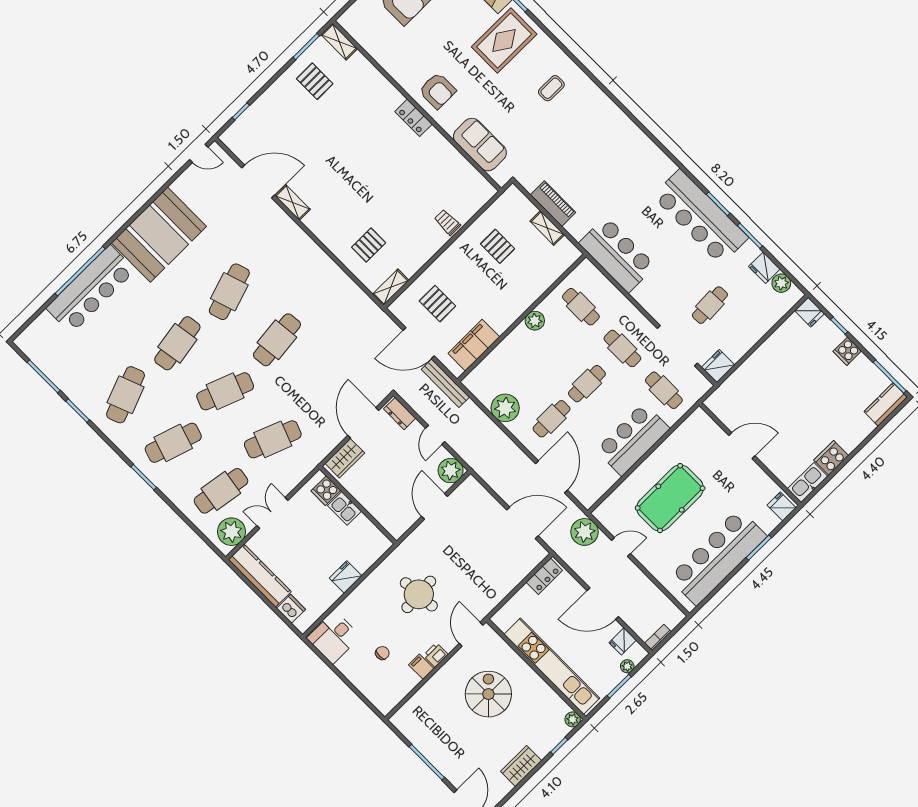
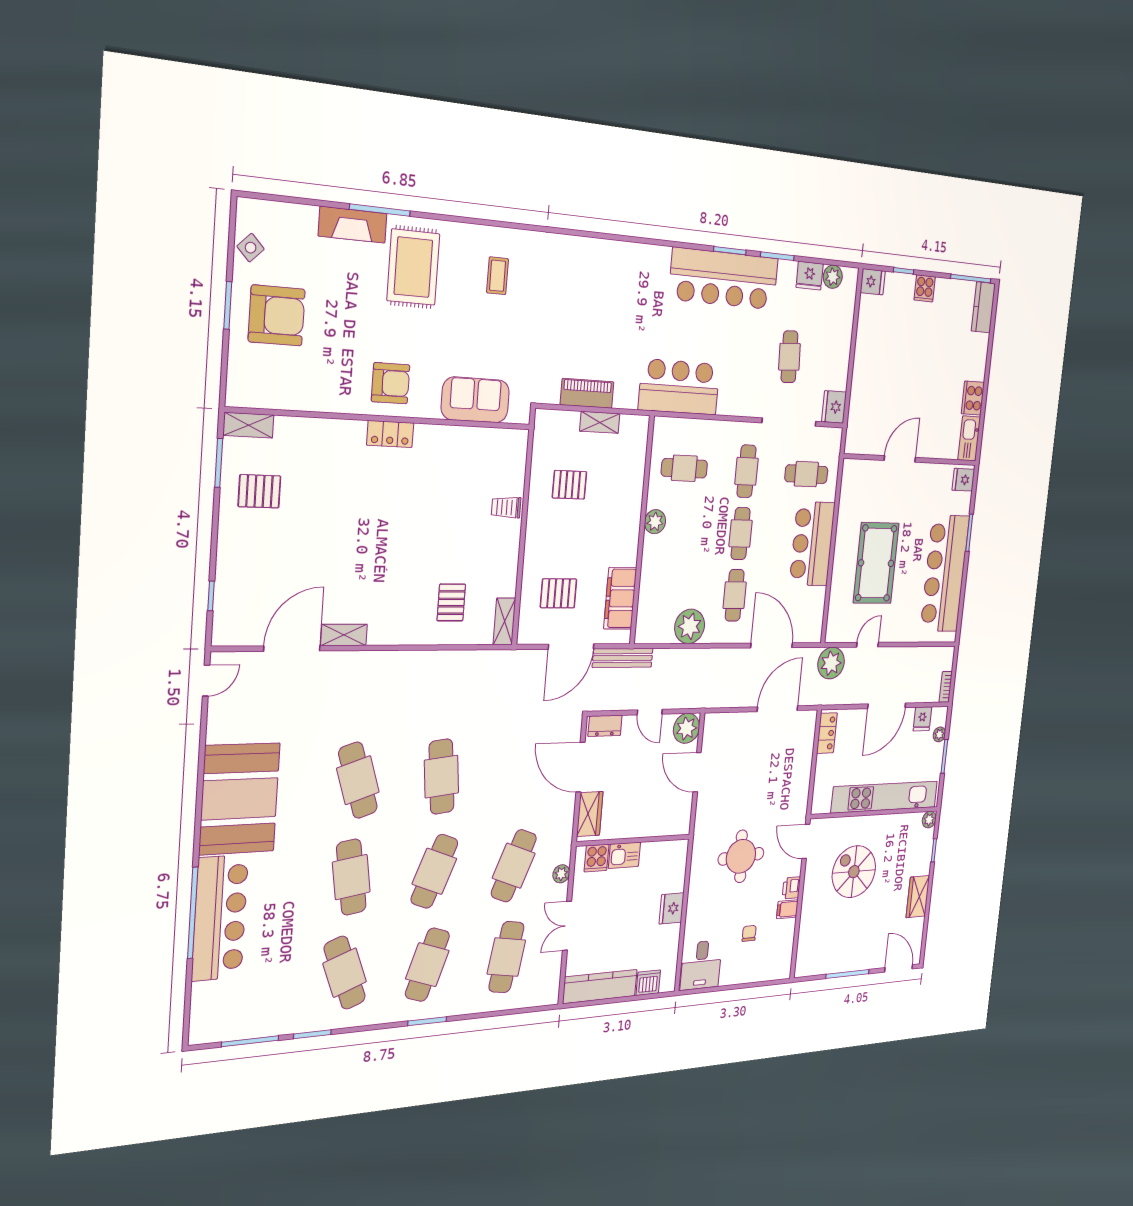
cafe table: (622, 348) -> (746, 471), turned 90
plant: (232, 532) -> (561, 874), moved, width x0.53, depth x0.53

